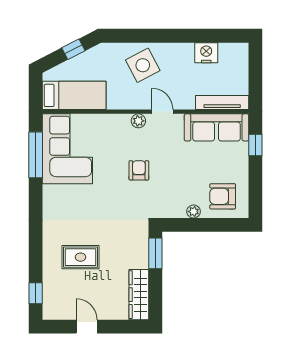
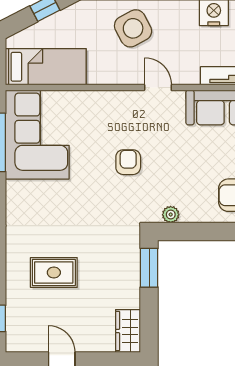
plant: (138, 121) -> (127, 99), removed
plant: (194, 212) -> (171, 215), moved
wardrobe: (139, 295) -> (128, 331), width x0.67

